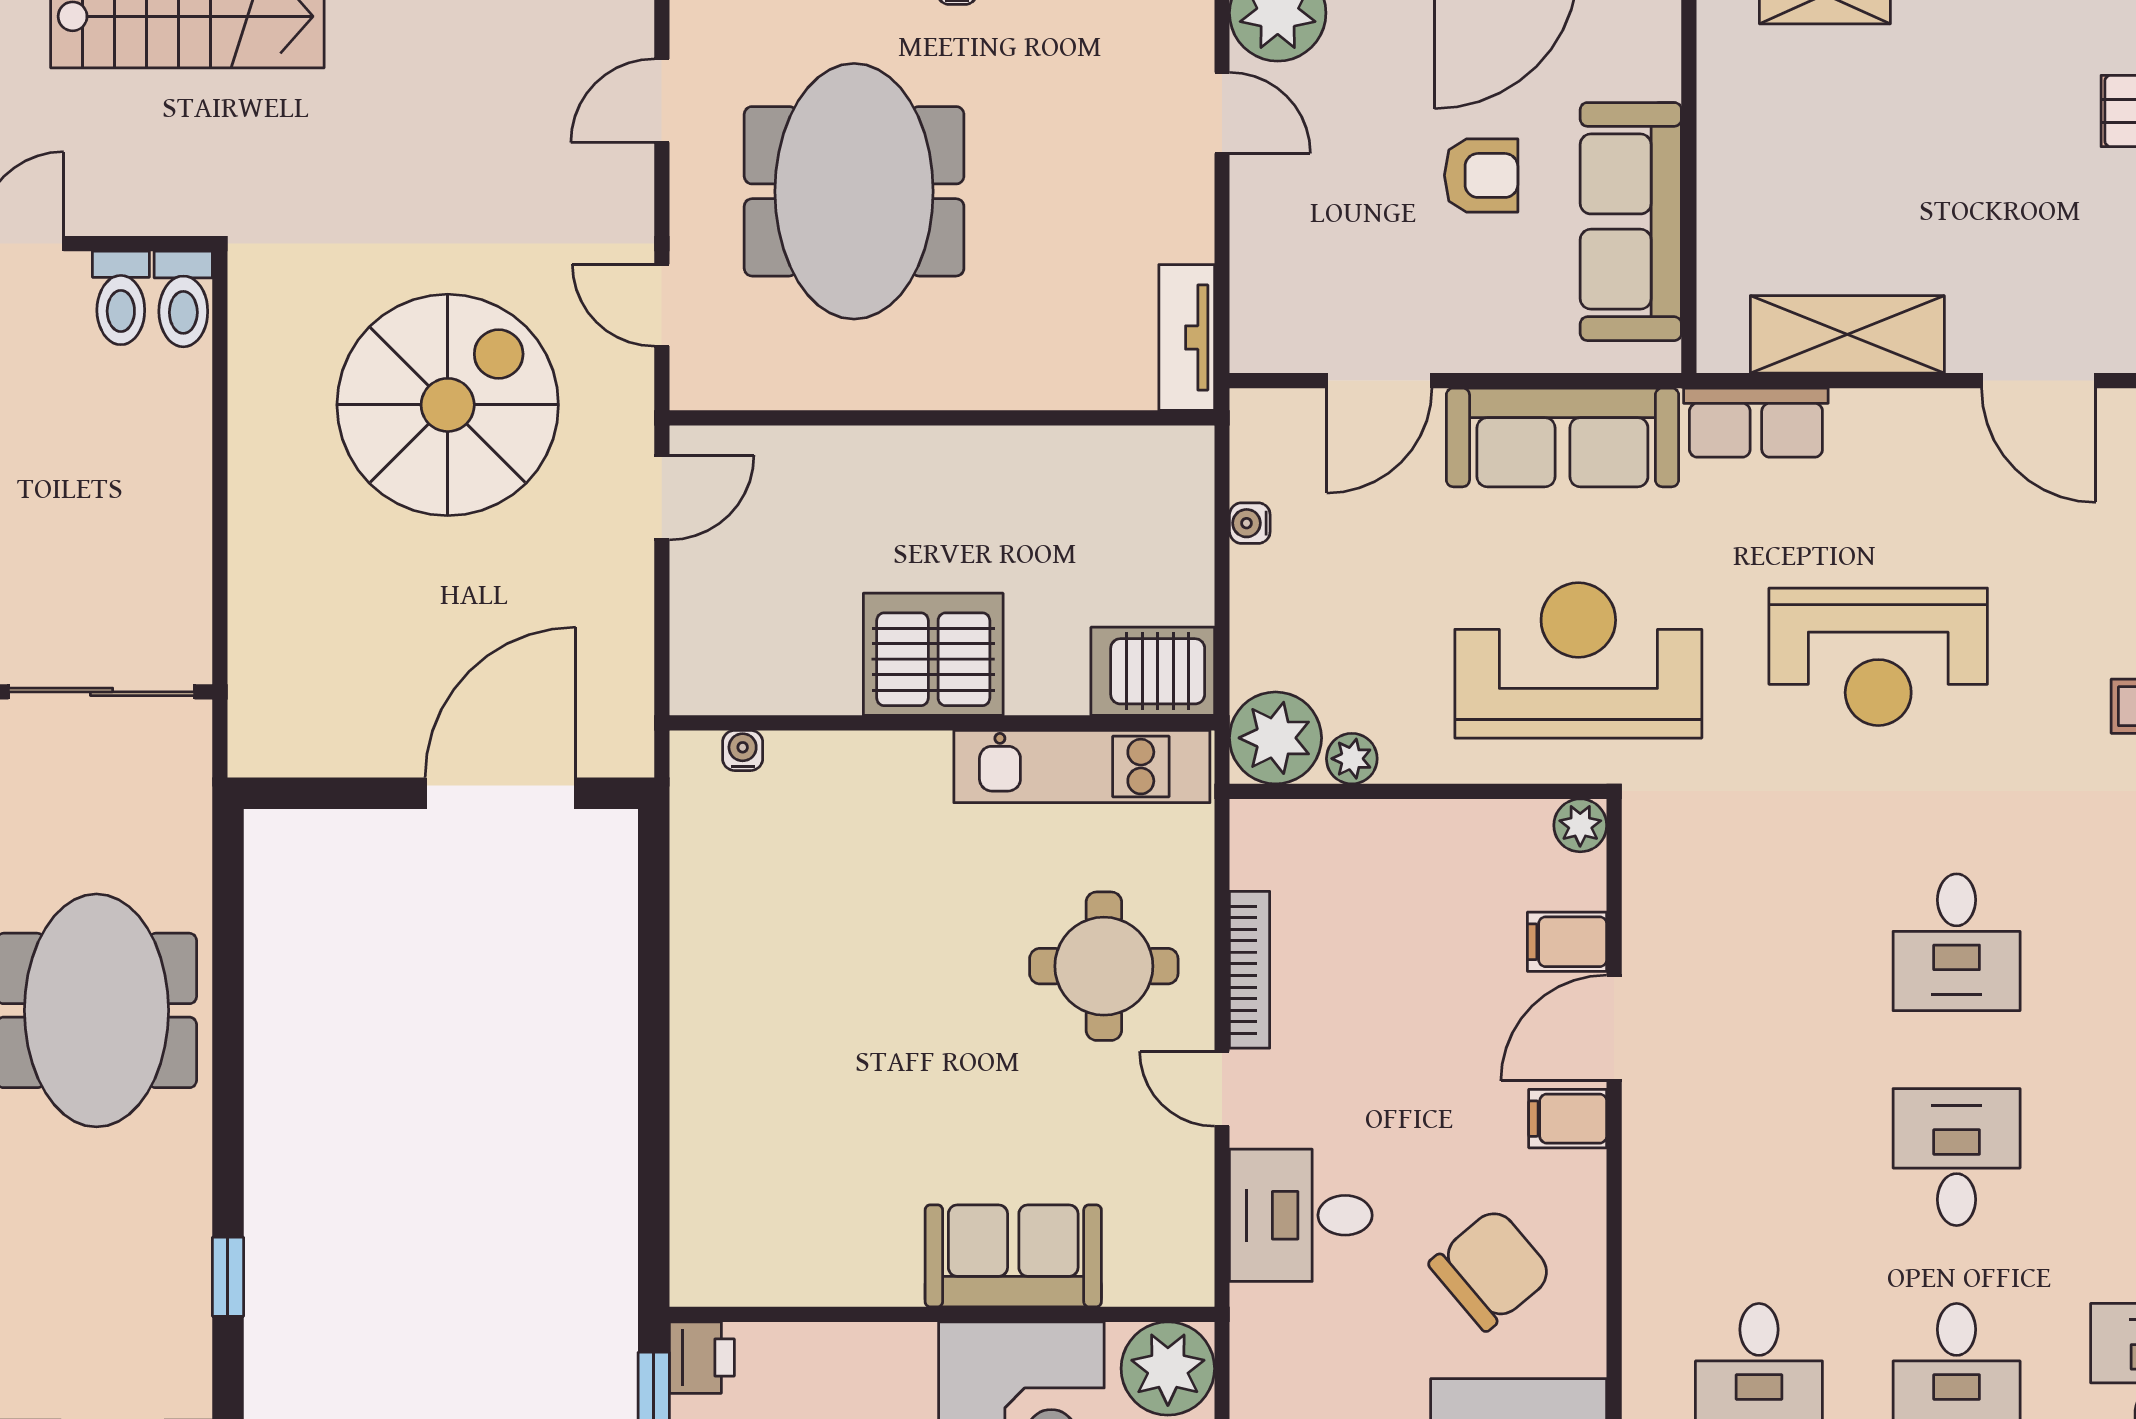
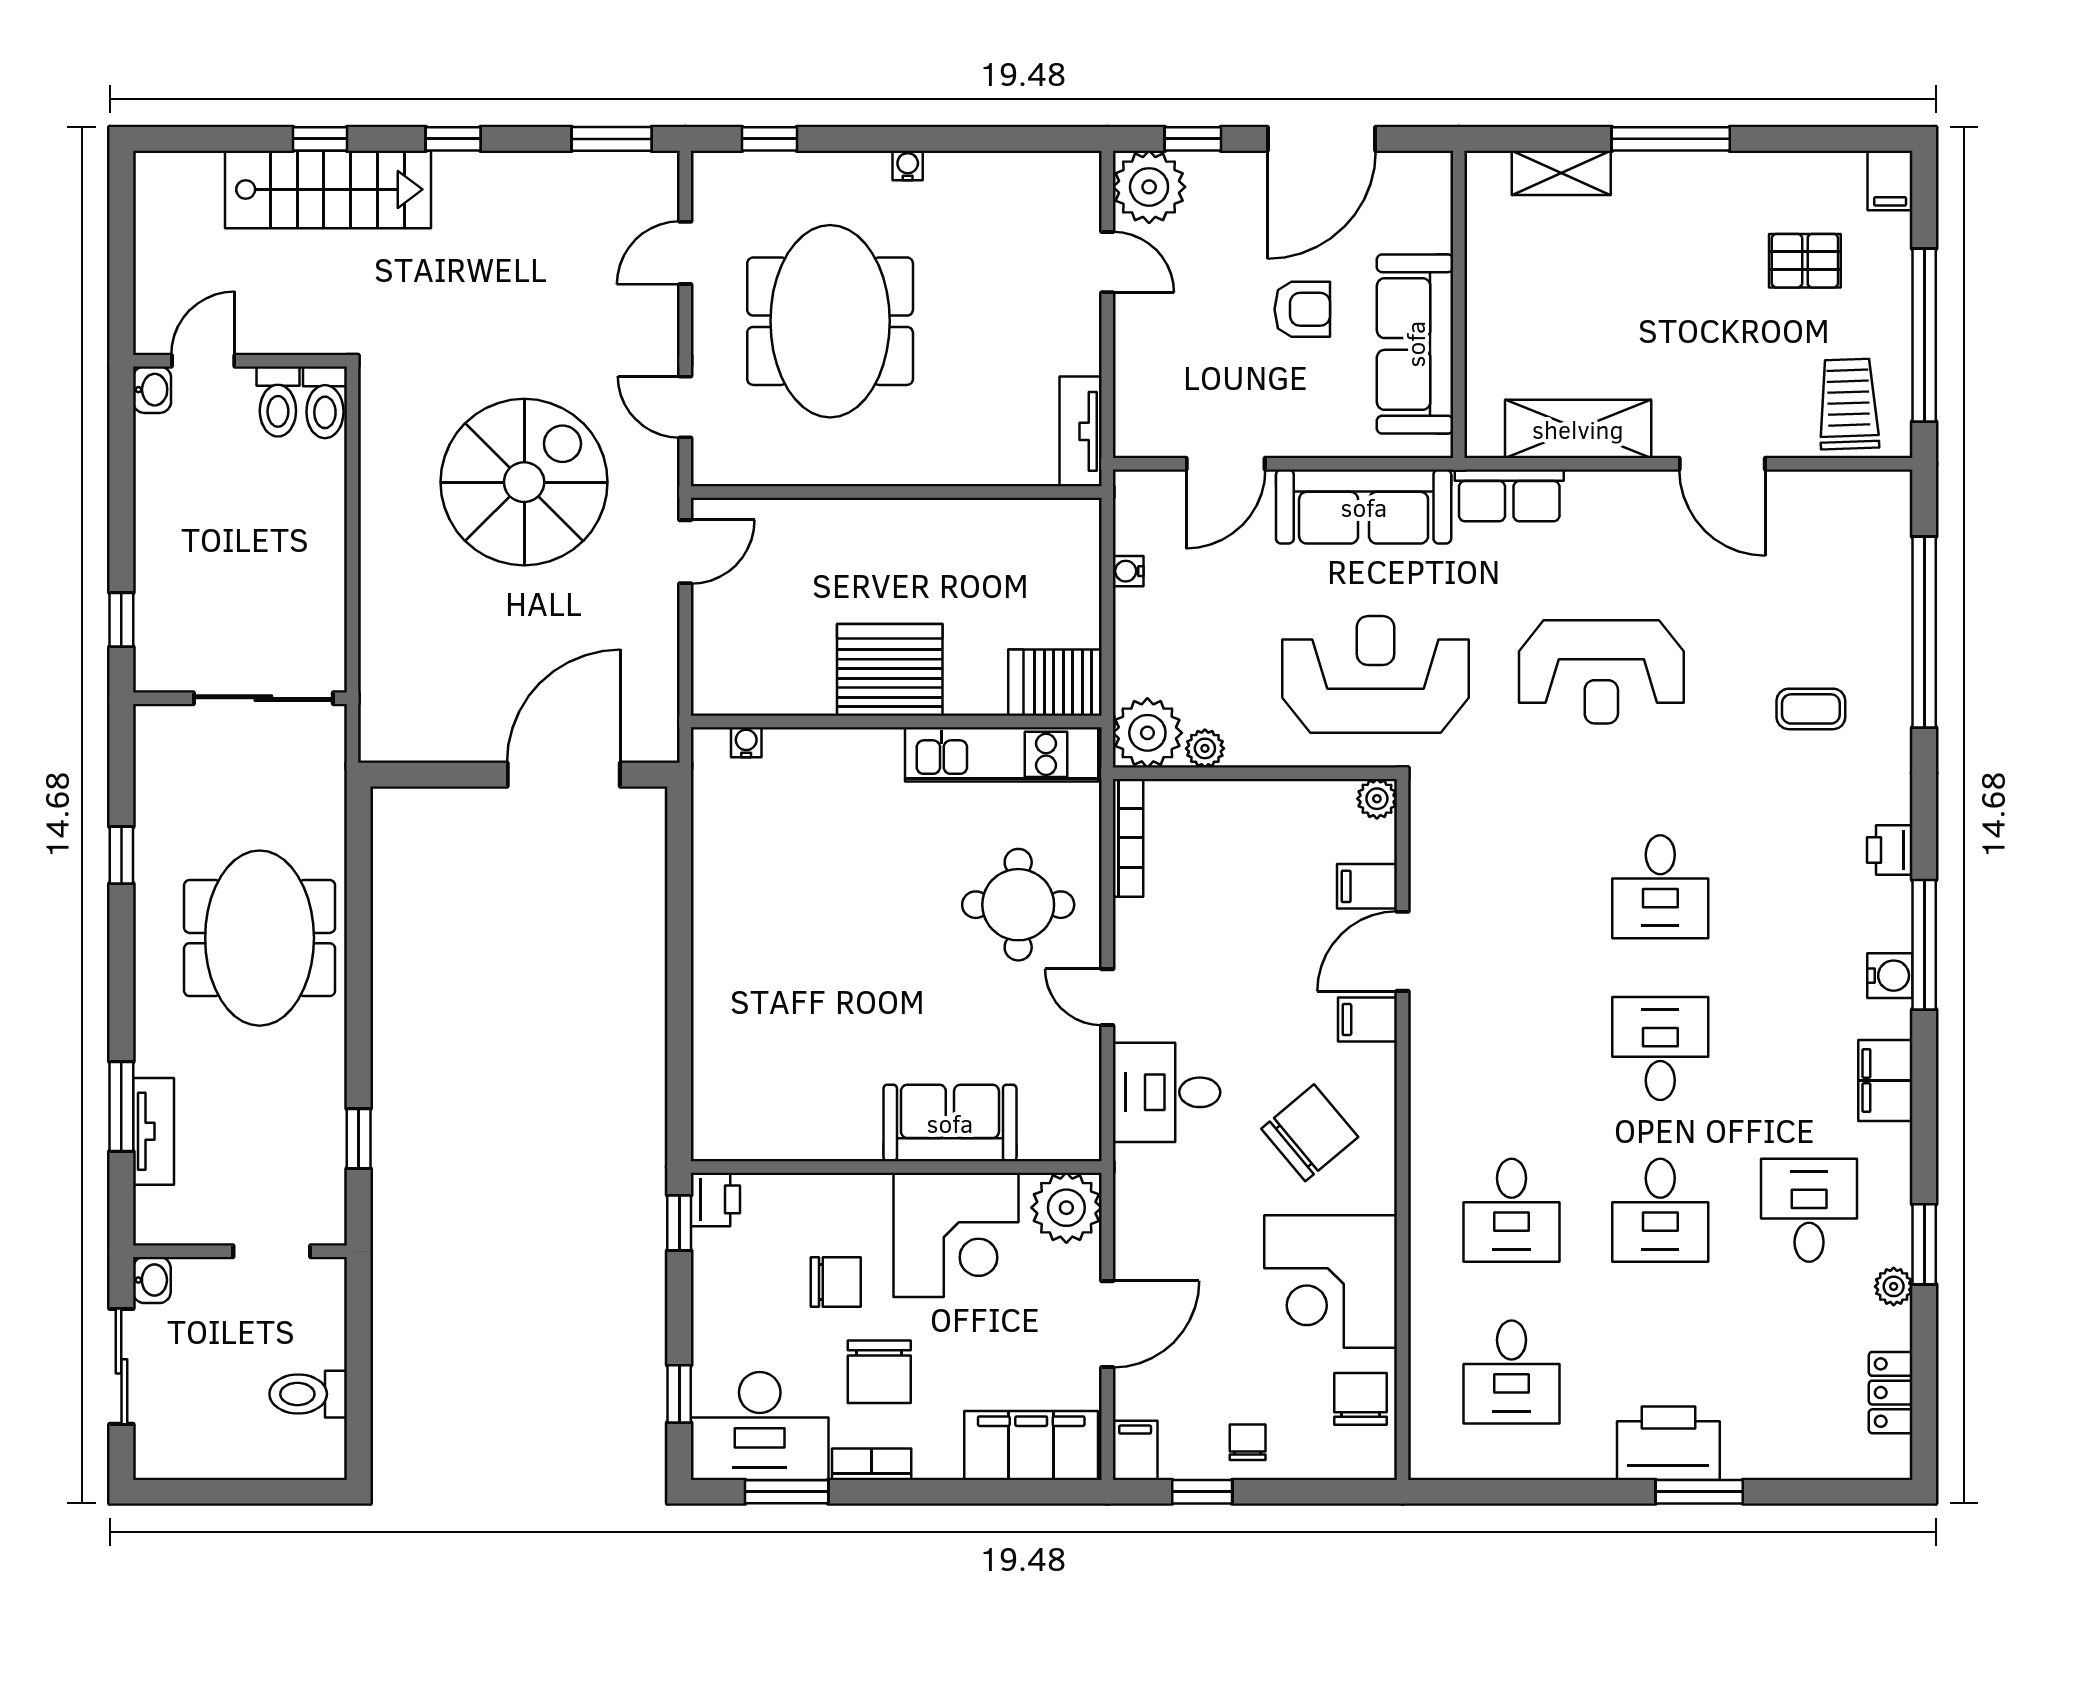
bookcase: (1250, 970) -> (1128, 838), moved

